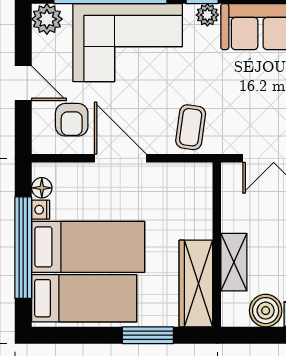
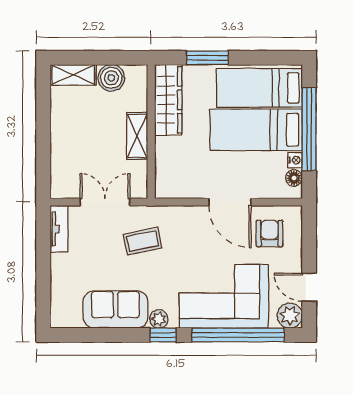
door: (23, 83) -> (309, 287), moved
coffee table: (191, 127) -> (143, 241), moved, turned 70
shelving: (234, 262) -> (137, 136), moved

